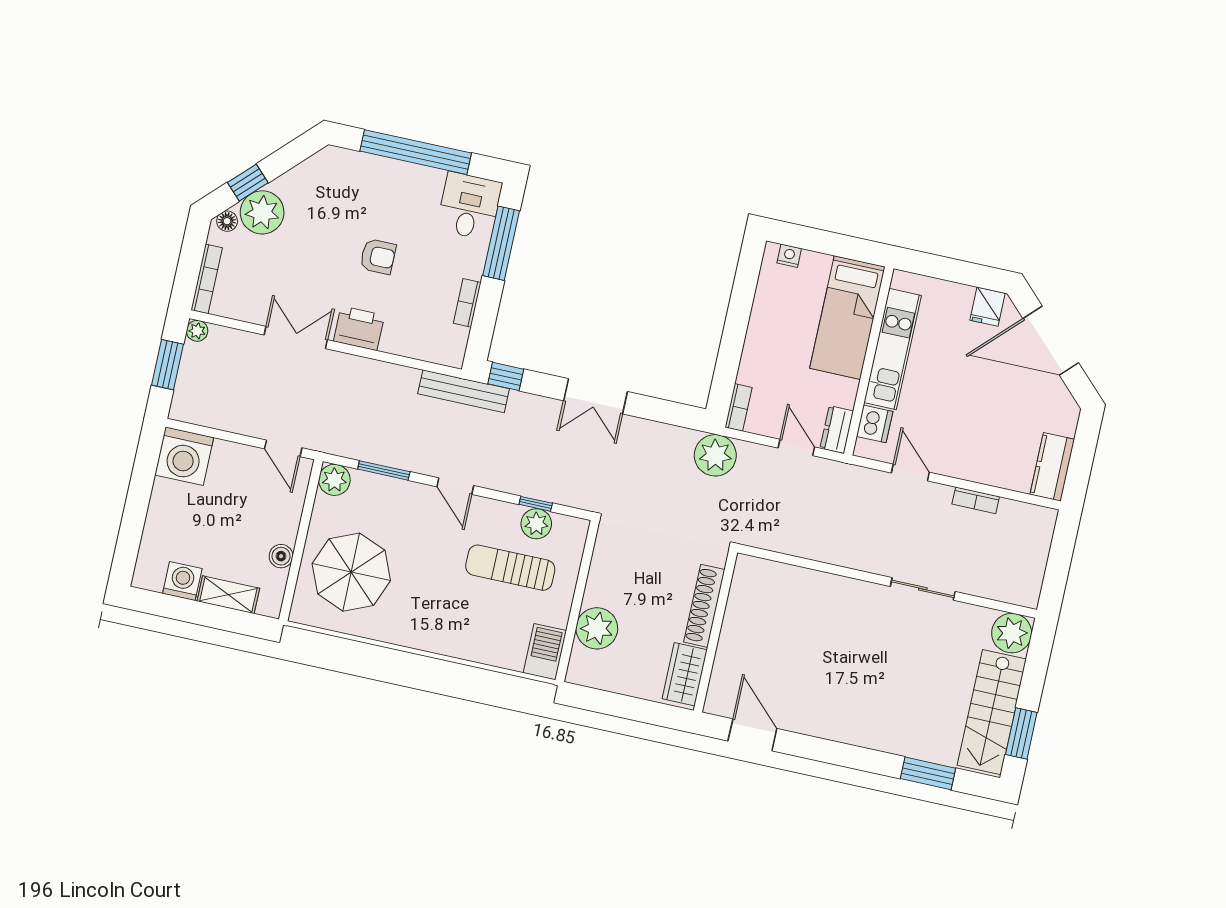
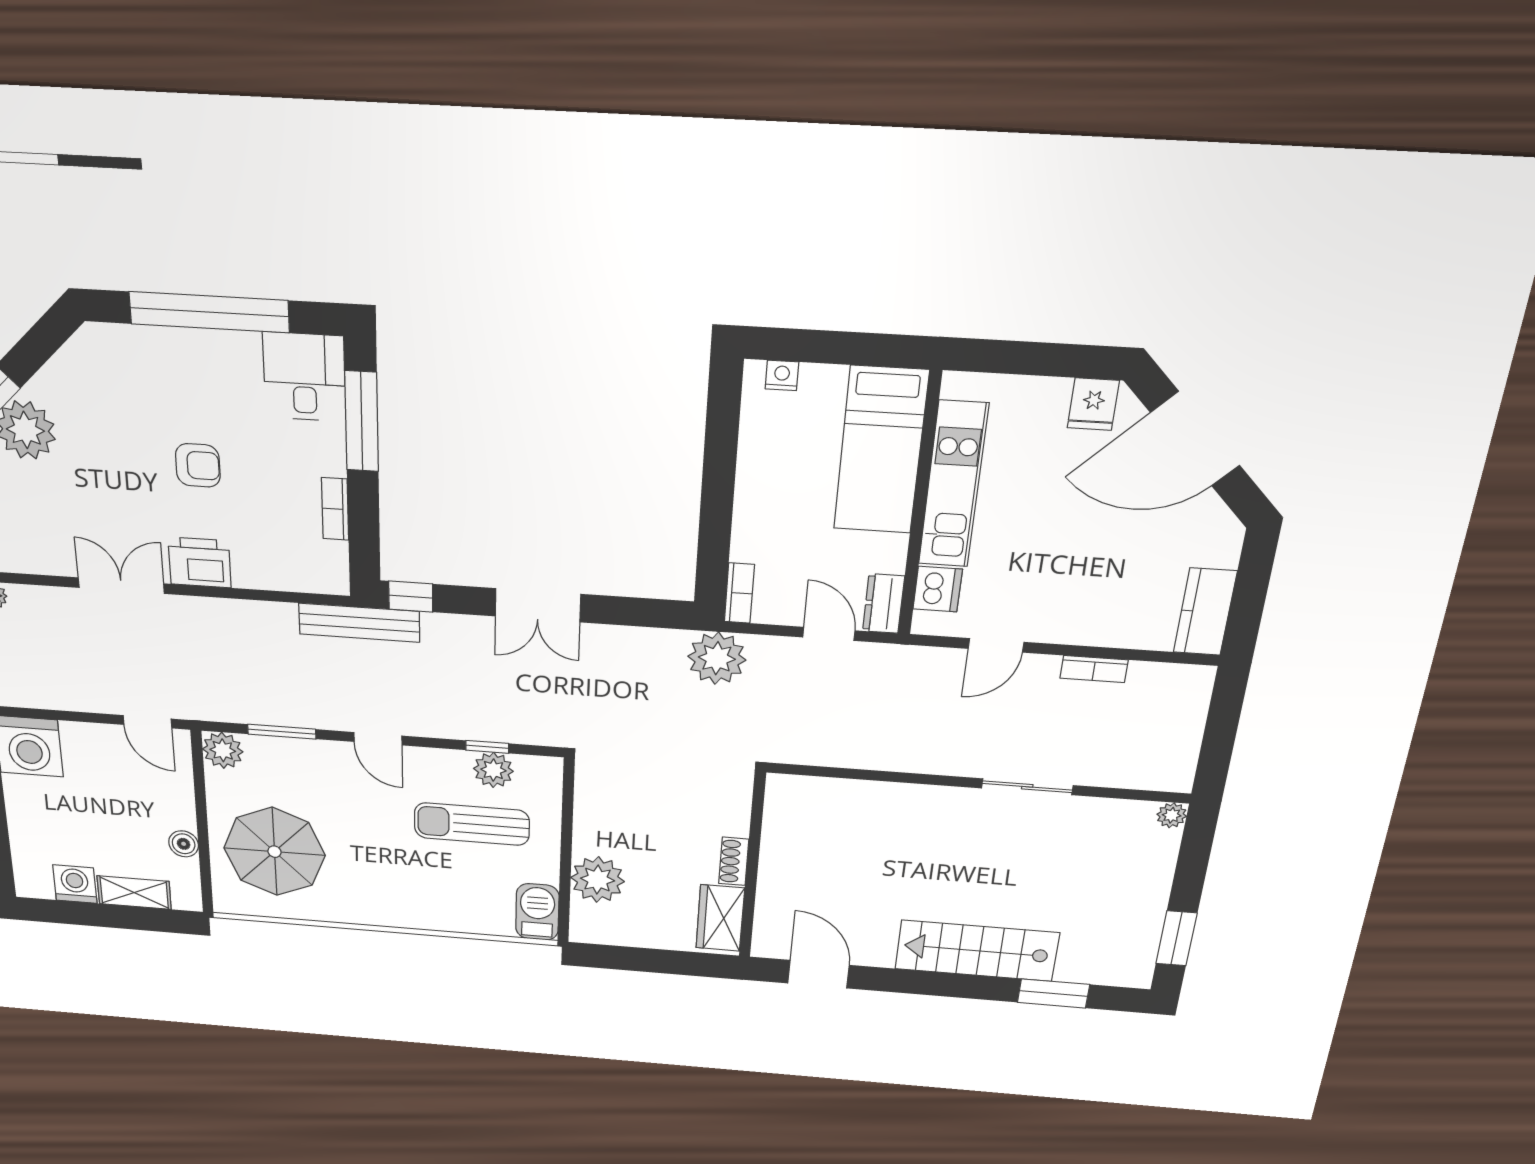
door: (910, 473) -> (996, 645), swing flipped
shoe rack: (704, 606) -> (734, 861), width x0.51, depth x0.81
plant: (1012, 633) -> (1172, 815), width x0.53, depth x0.53
stairs: (992, 712) -> (977, 951), moved, turned 90

